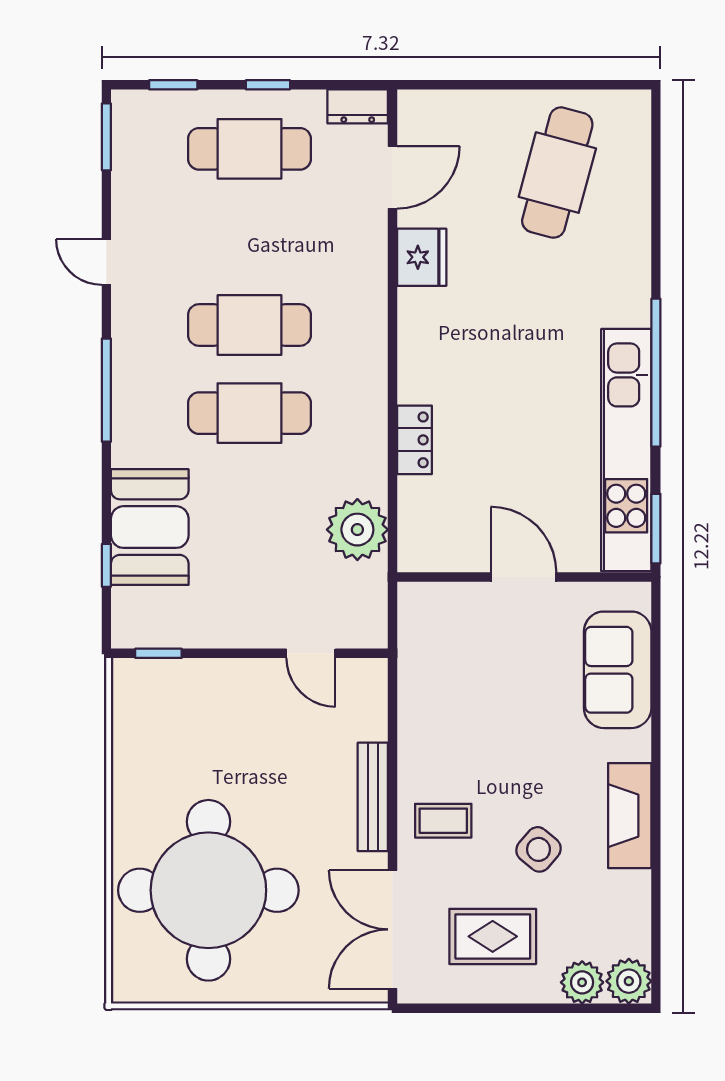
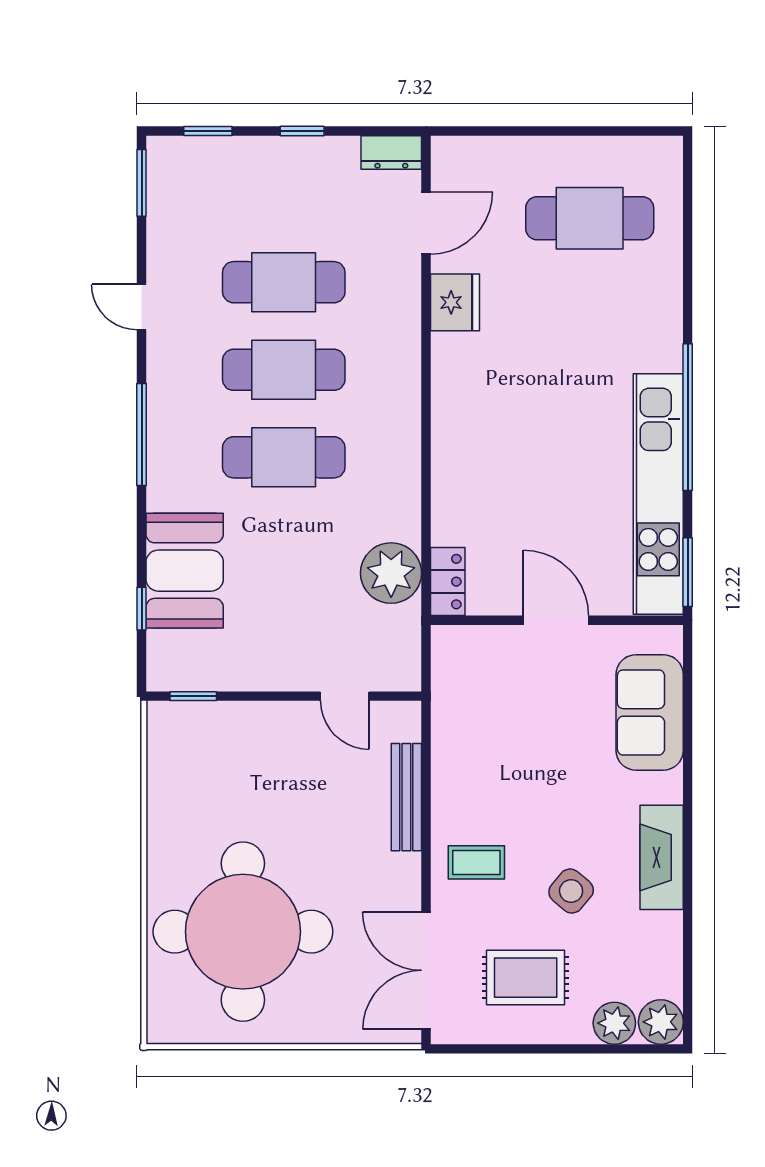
cafe table: (249, 149) -> (284, 282), moved
cafe table: (557, 173) -> (590, 218), turned 75
locker: (414, 440) -> (448, 582), moved
bench: (373, 797) -> (406, 797), moved

